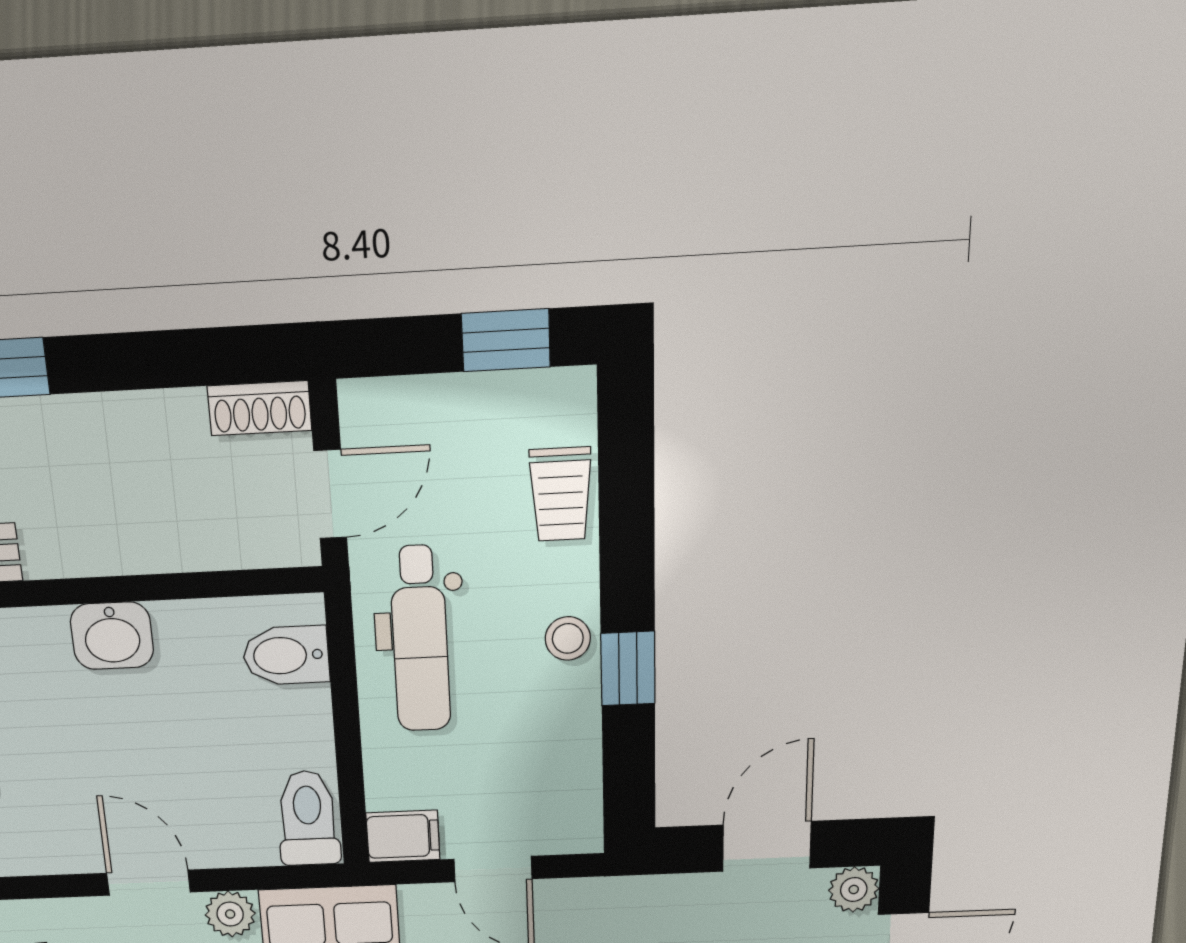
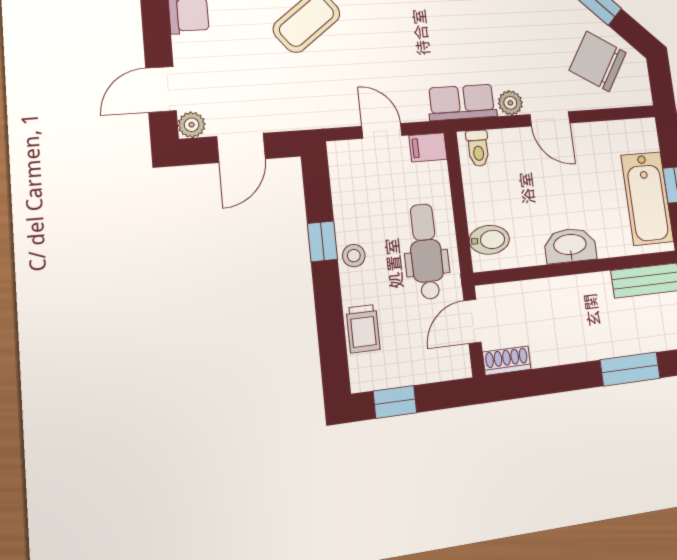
trolley: (561, 494) -> (363, 329), turned 180
washbasin: (112, 636) -> (570, 245), width x1.38
toilet: (308, 818) -> (478, 148), width x0.73, depth x0.72

